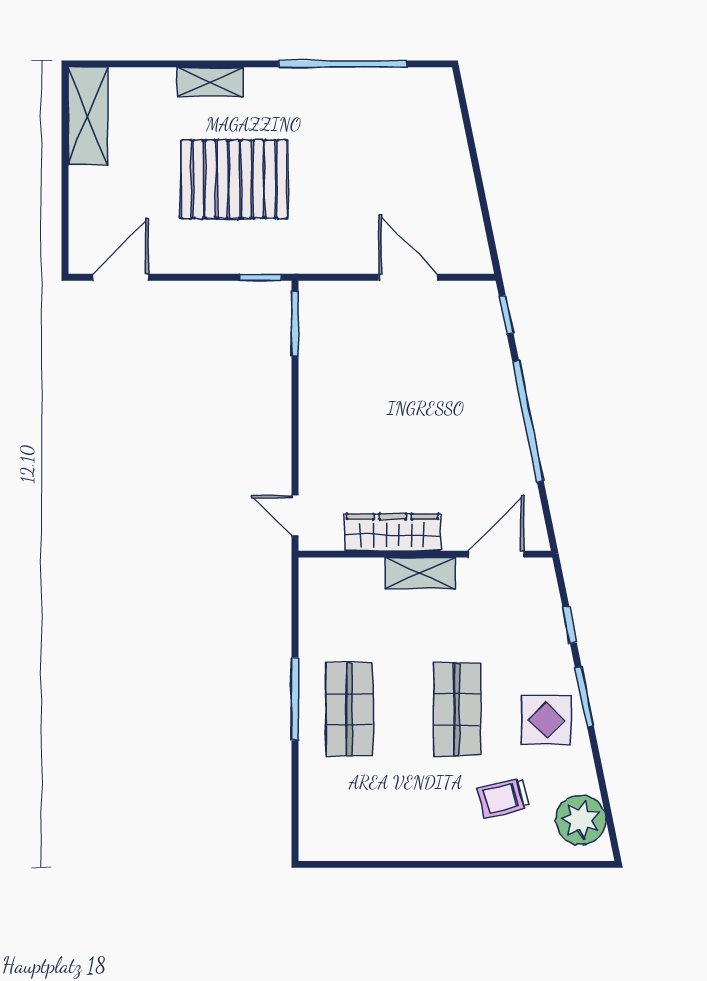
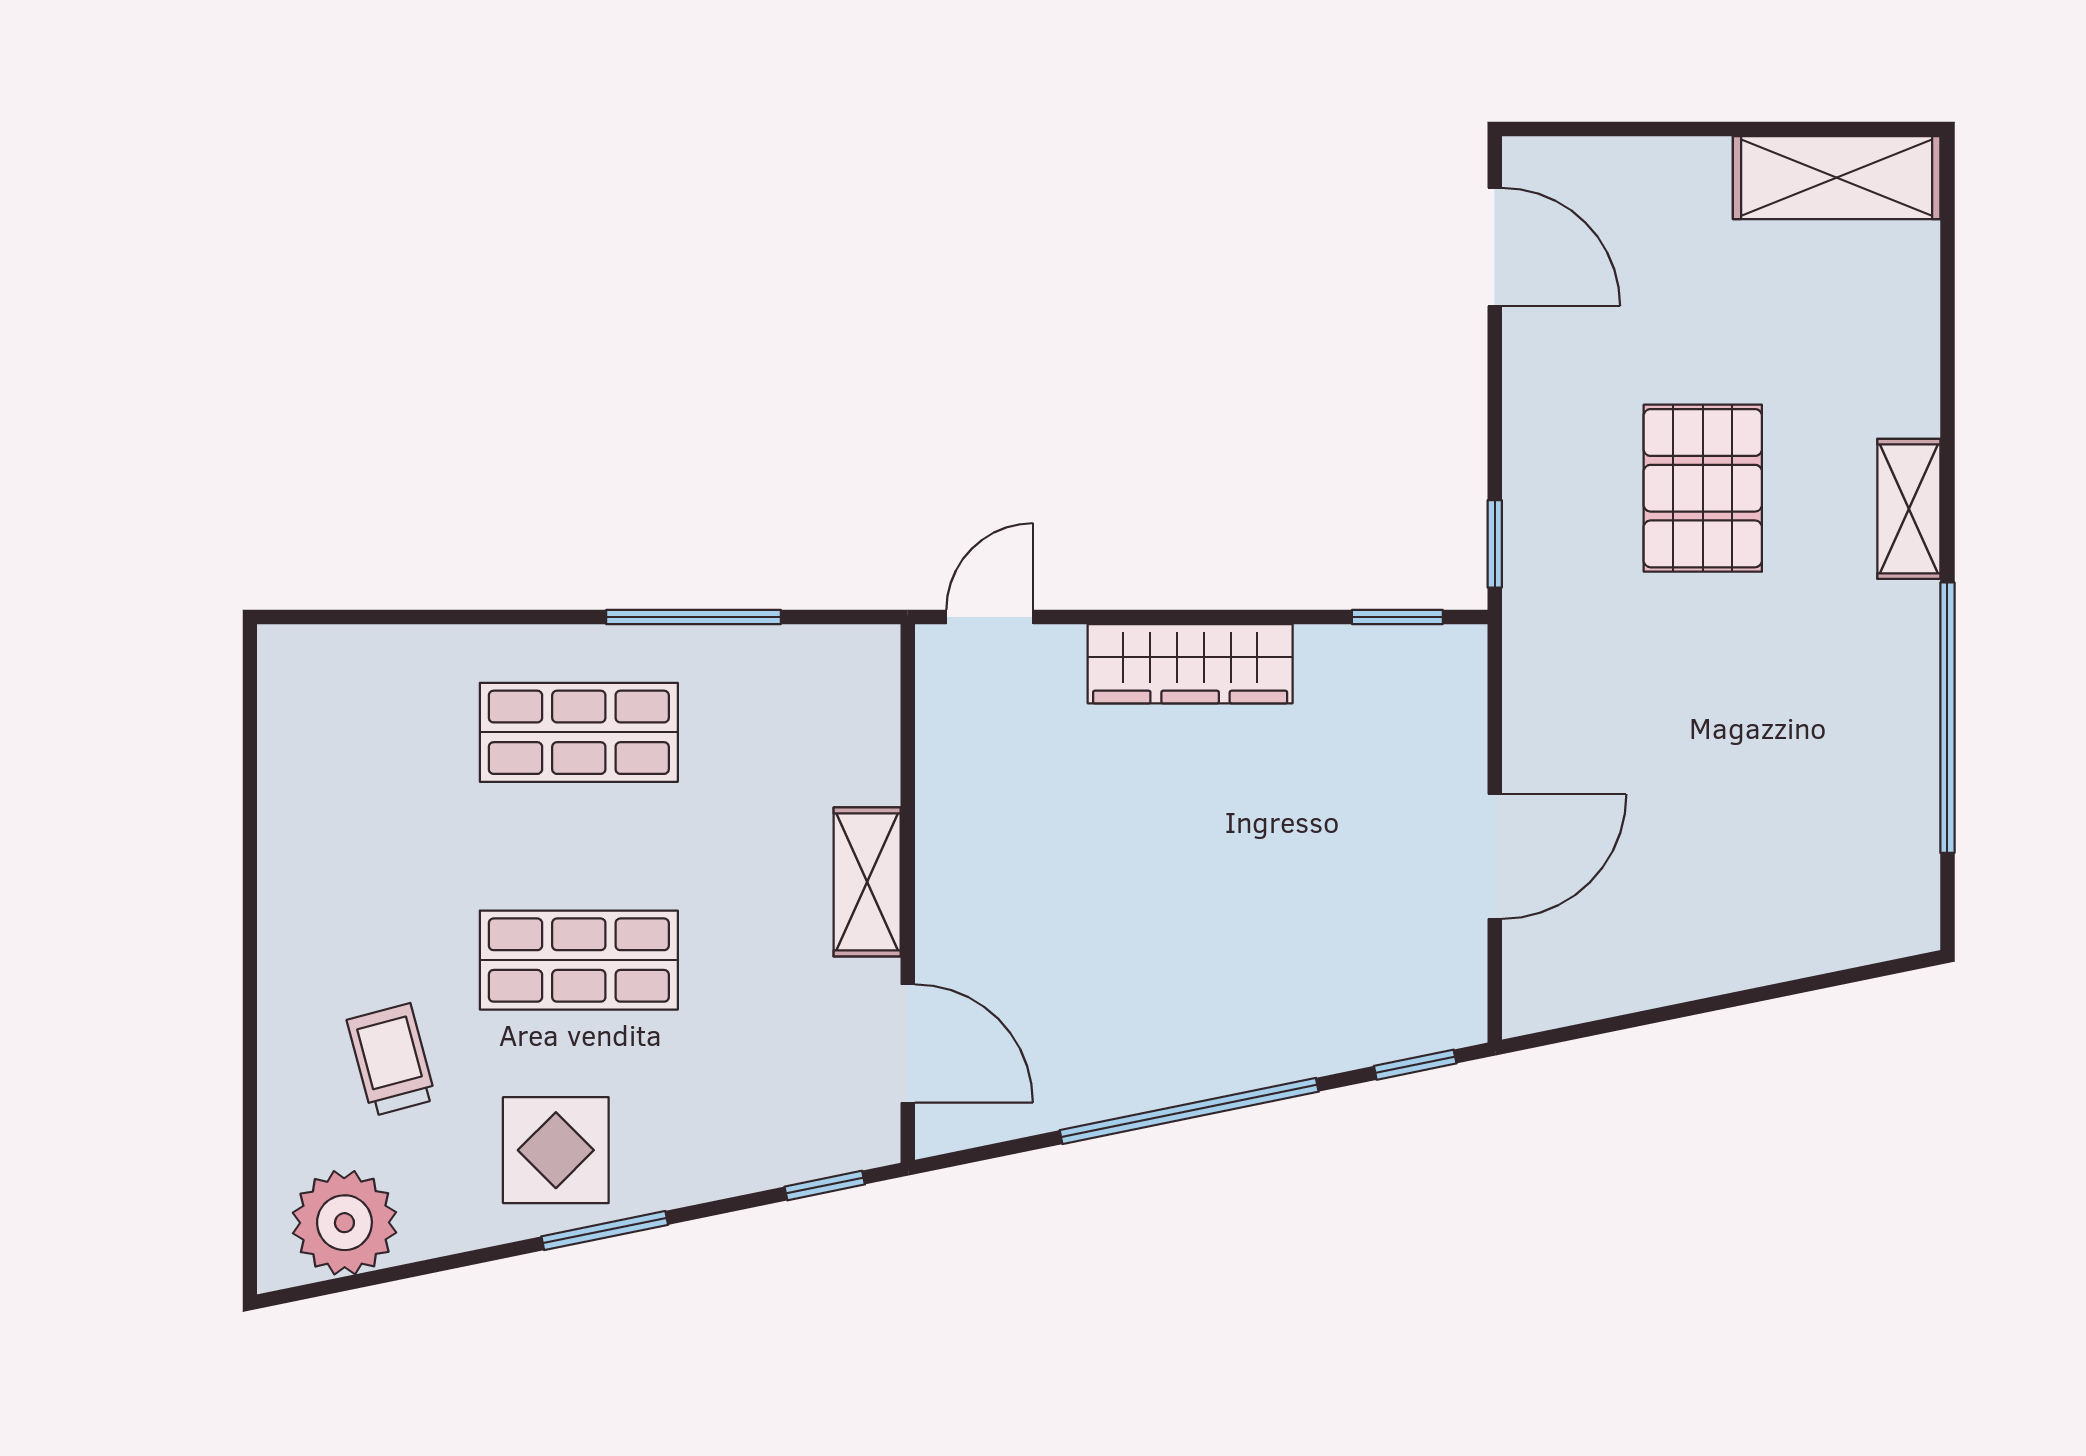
shelving: (210, 82) -> (1909, 509), moved
pallet: (234, 179) -> (1703, 488), width x0.73, depth x0.71
window: (295, 323) -> (1397, 617), width x0.67
wardrobe: (393, 532) -> (1190, 664), moved, turned 90
window: (570, 625) -> (825, 1186), moved
window: (295, 699) -> (693, 617), moved

